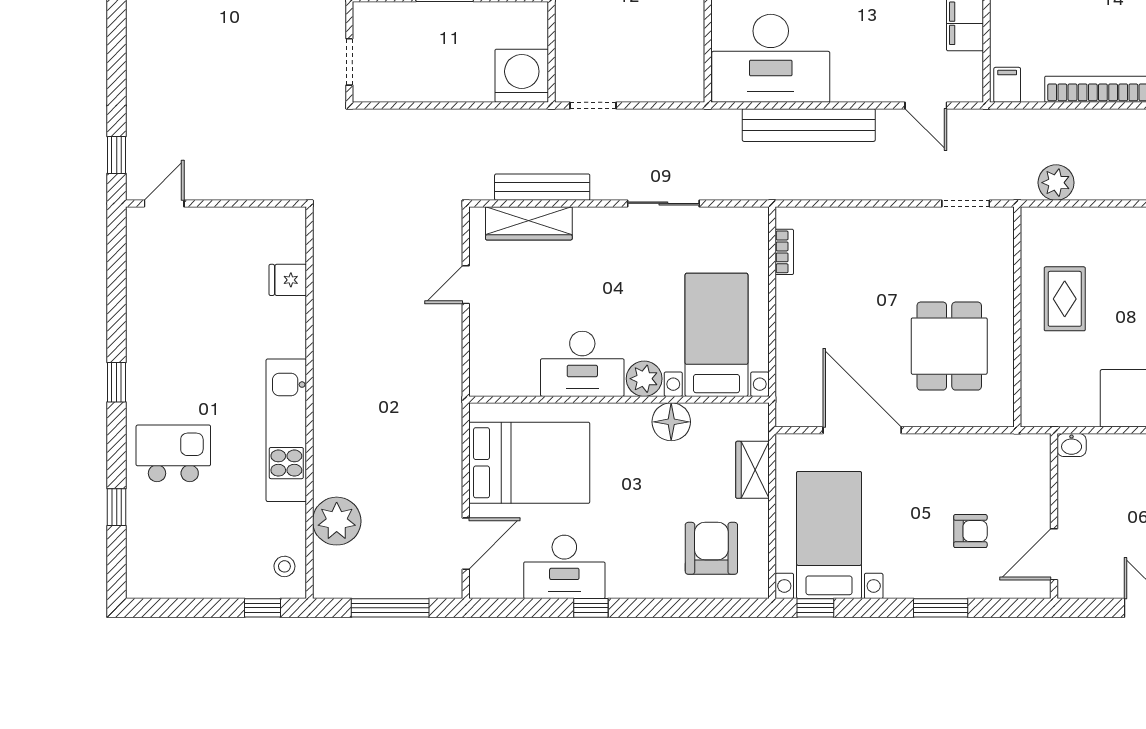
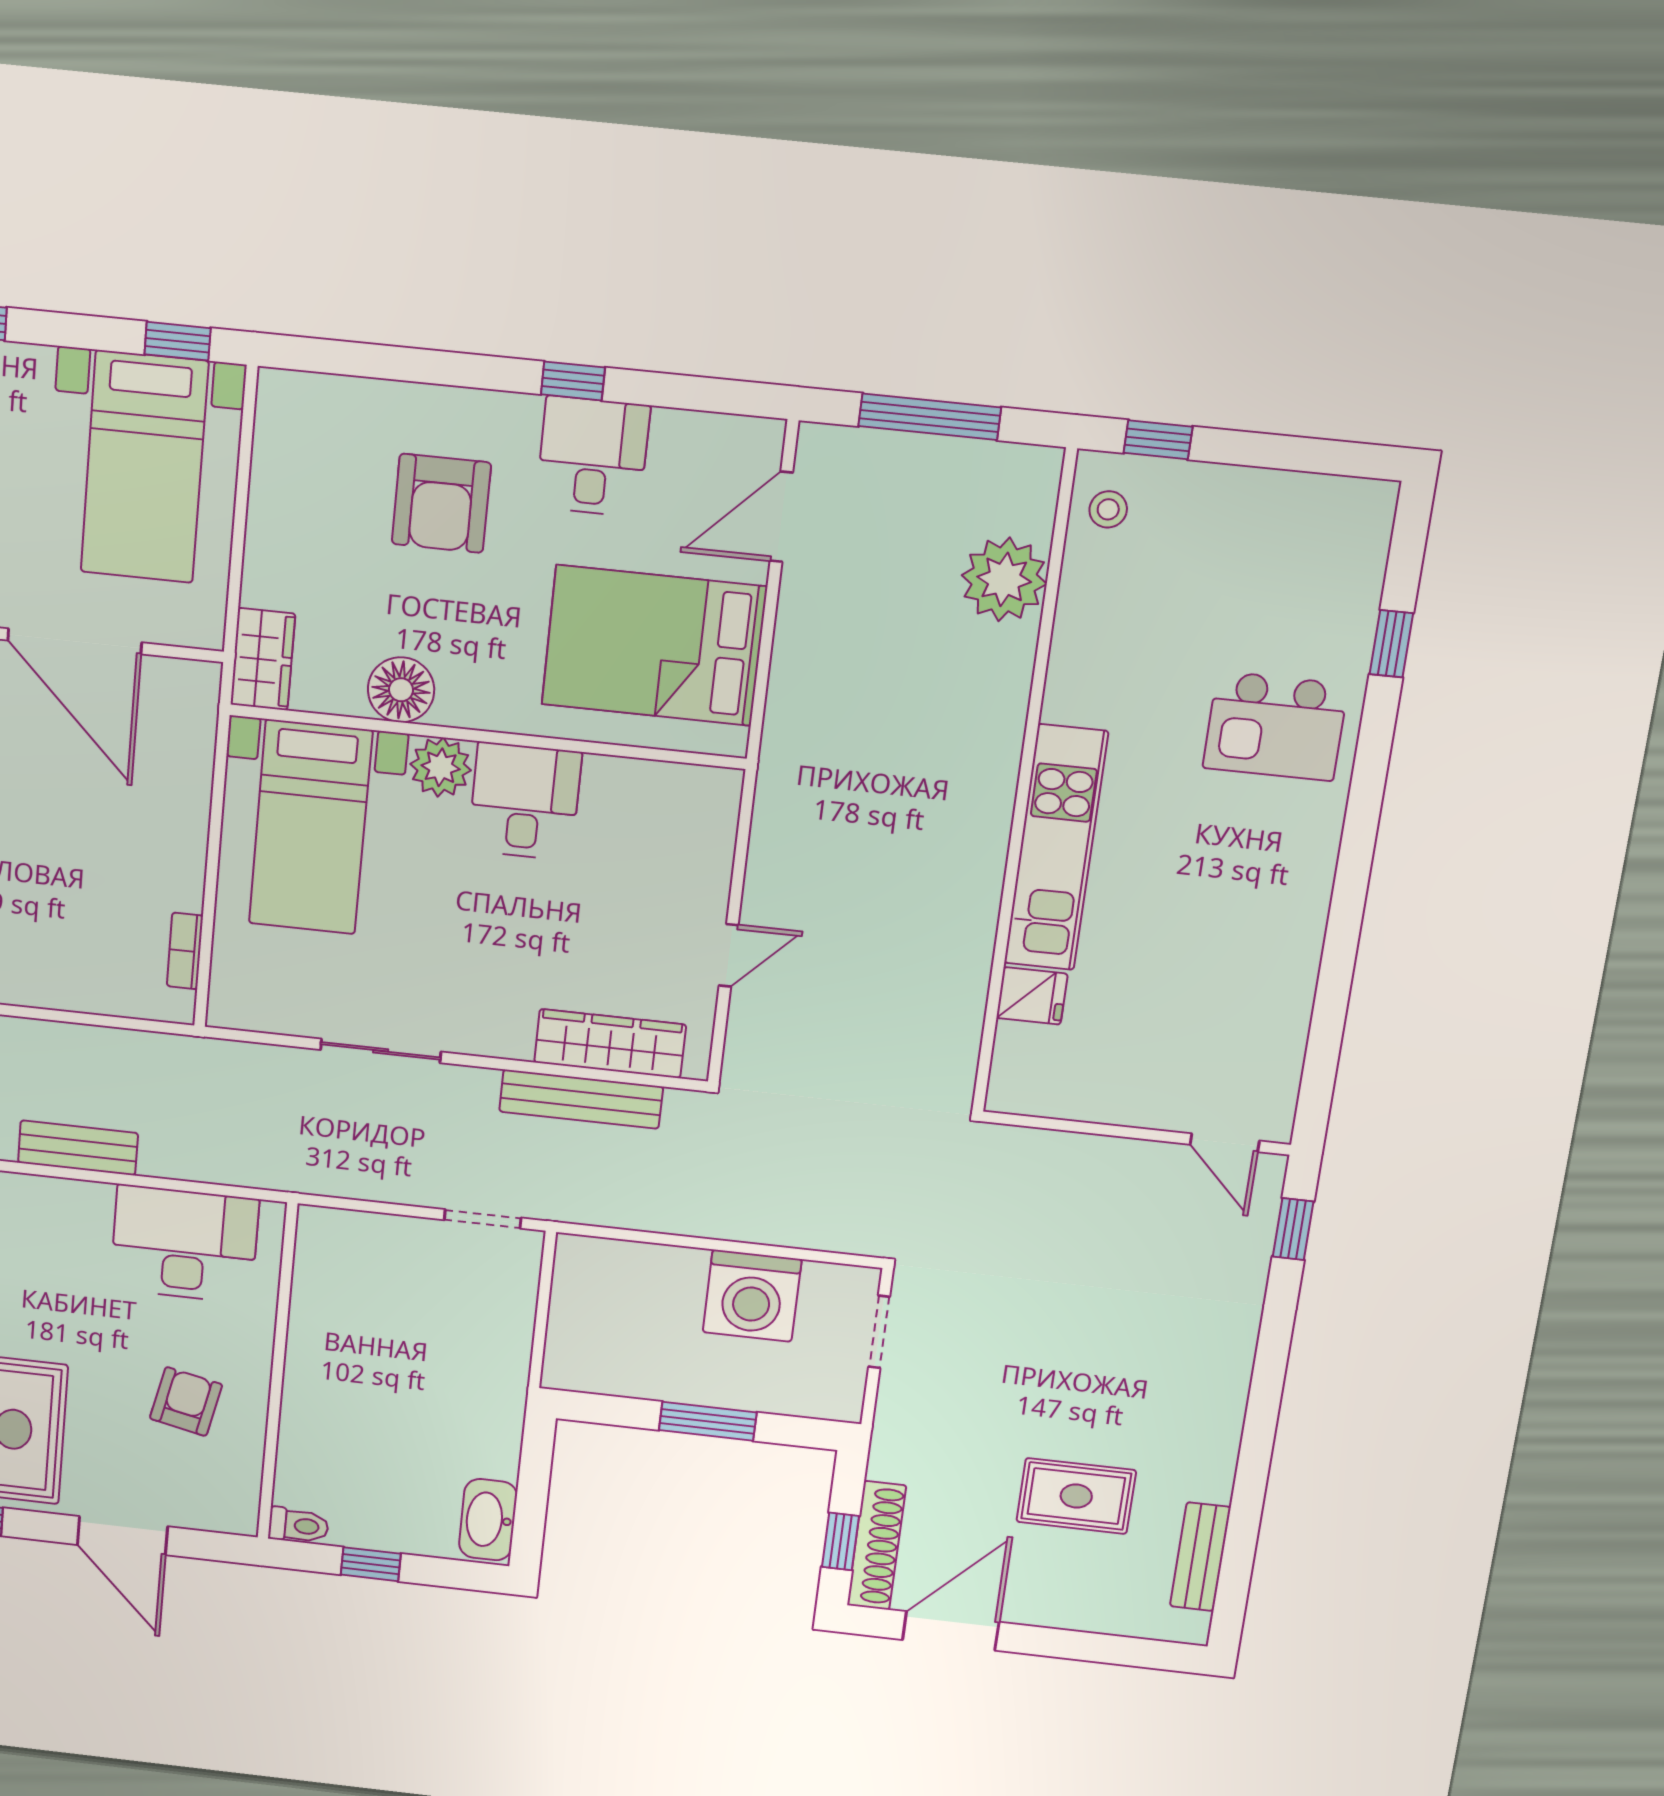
desk: (771, 58) -> (184, 1244), width x0.73, depth x0.77
washing machine: (522, 76) -> (752, 1296), moved
bench: (809, 125) -> (78, 1148), width x0.54, depth x0.82
door: (164, 203) -> (1225, 1143), hinge flipped
desk: (582, 364) -> (525, 801), width x0.73
window: (117, 382) -> (1355, 857), removed
kitchen unit: (286, 430) -> (1056, 848), moved
wardrobe: (752, 470) -> (263, 659), moved
armchair: (711, 548) -> (441, 503), moved
desk: (564, 567) -> (593, 456), width x0.73

